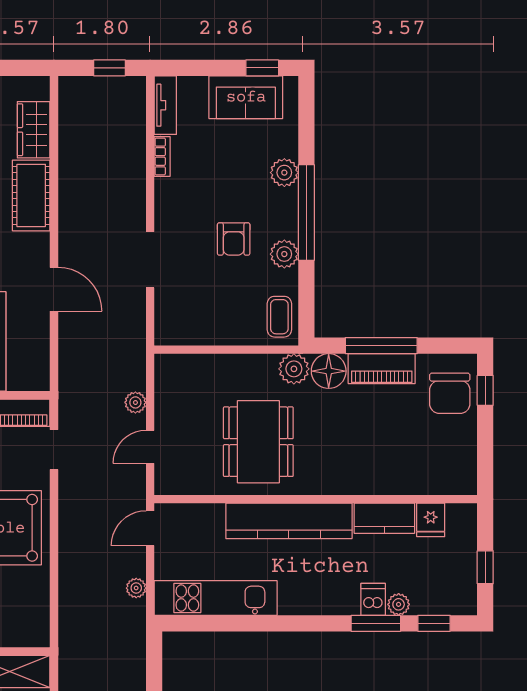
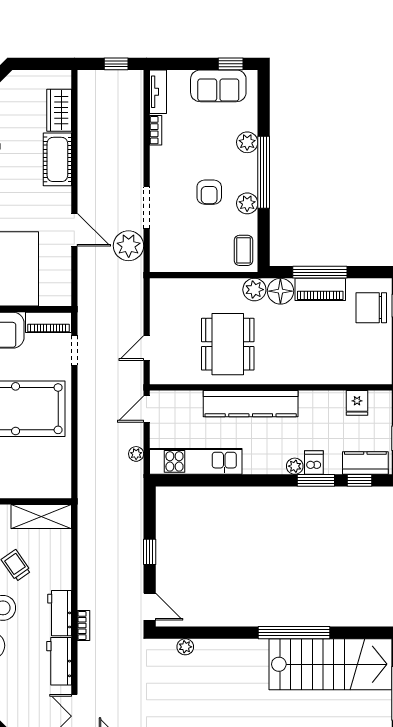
chair: (450, 393) -> (371, 308), turned 90
plant: (135, 402) -> (129, 246), moved, width x1.88, depth x1.88
kitchen counter: (384, 518) -> (365, 463), moved, turned 180
plant: (399, 604) -> (295, 466), moved

